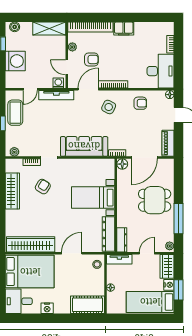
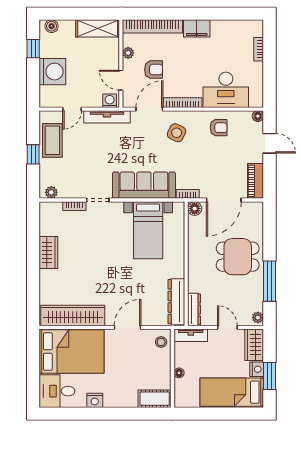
desk: (161, 71) -> (226, 90), moved, turned 90
armchair: (43, 187) -> (89, 239), removed
wardrobe: (12, 191) -> (48, 252), width x0.67
bed with nightstands: (93, 198) -> (148, 230), moved, turned -90
door: (147, 253) -> (227, 327), hinge flipped
cot: (88, 305) -> (155, 399), width x0.73, depth x0.75

